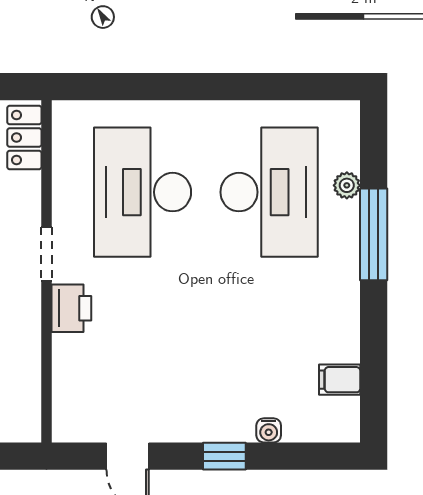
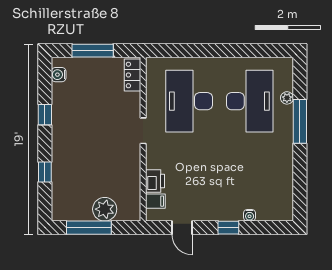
printer: (71, 308) -> (155, 181), moved
filing cabinet: (340, 380) -> (155, 201), moved, turned 180

